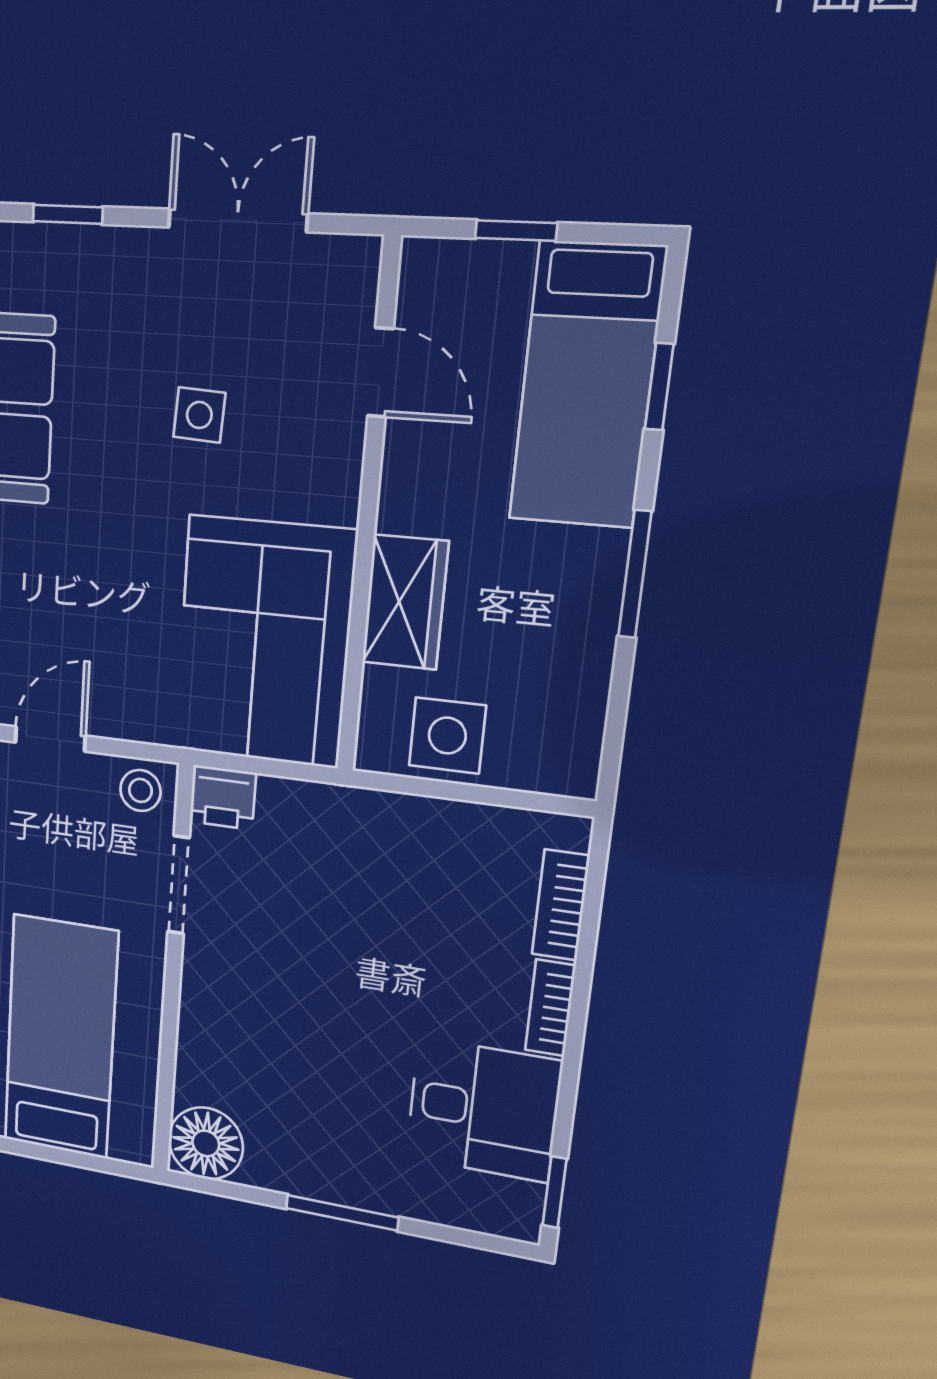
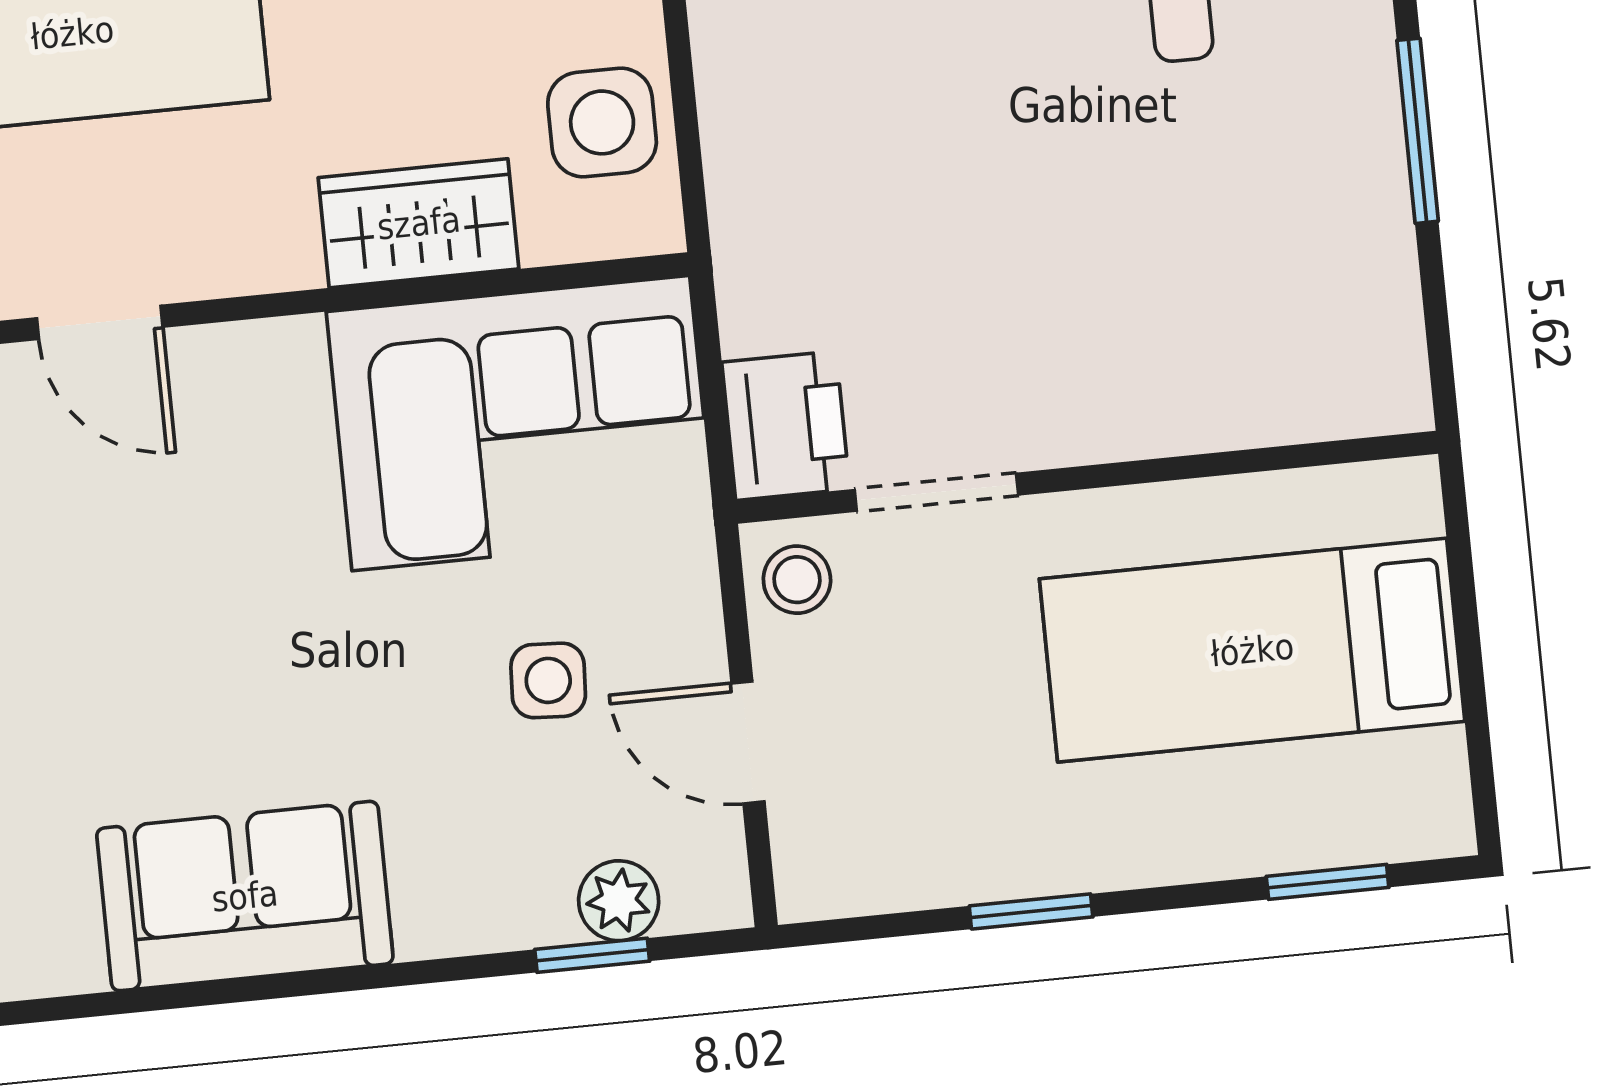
door: (380, 372) -> (100, 322), swing flipped
side table: (199, 415) -> (548, 680), moved
printer: (223, 797) -> (786, 426), width x1.36, depth x1.24
floor lamp: (206, 1143) -> (1366, 374), removed

